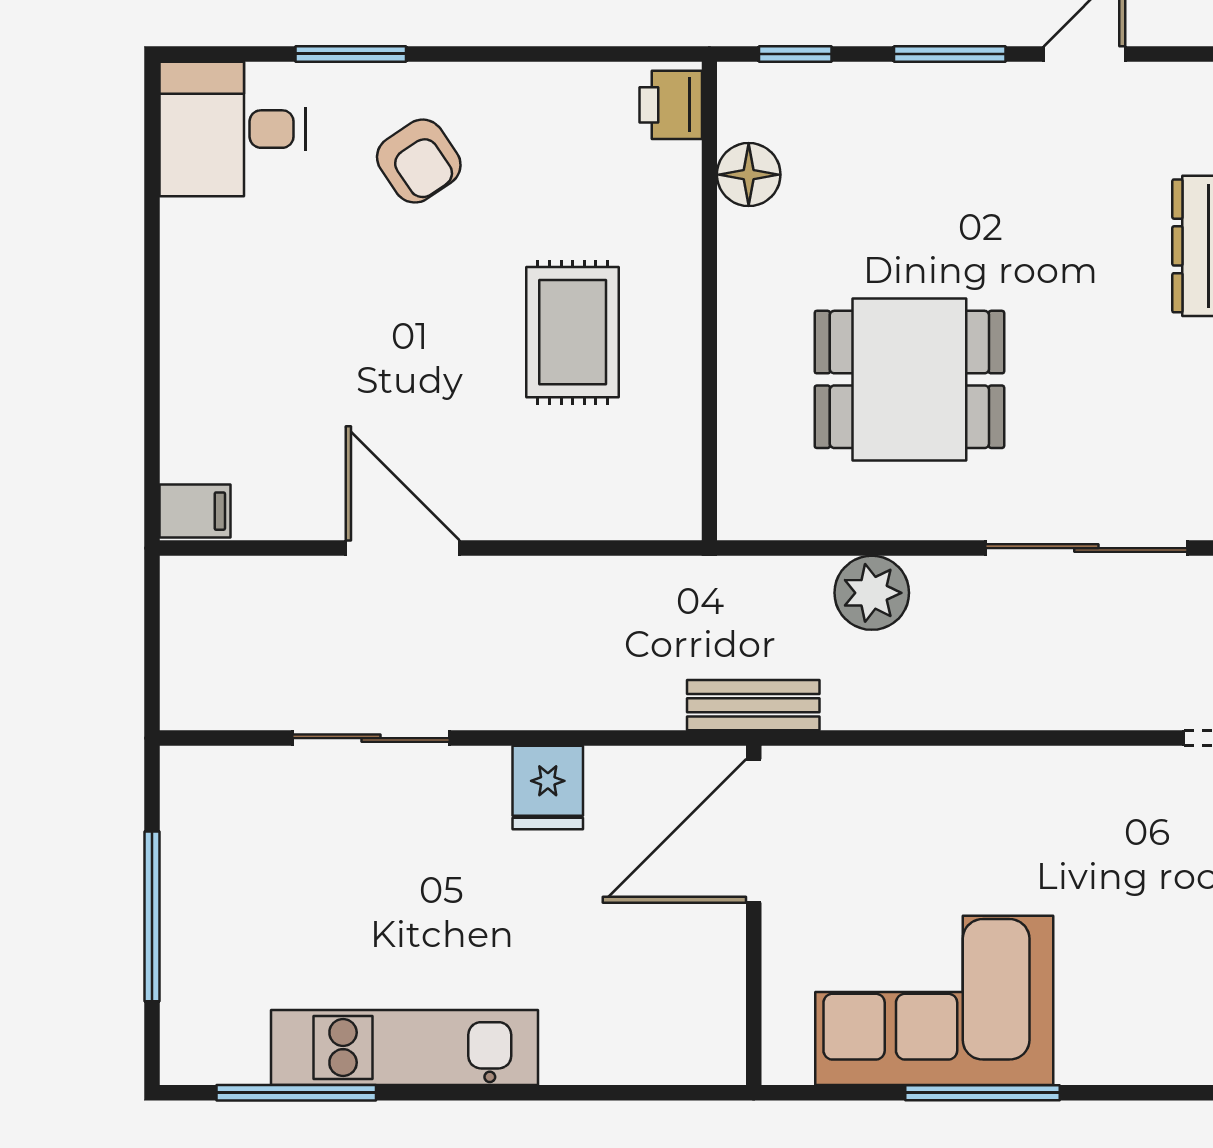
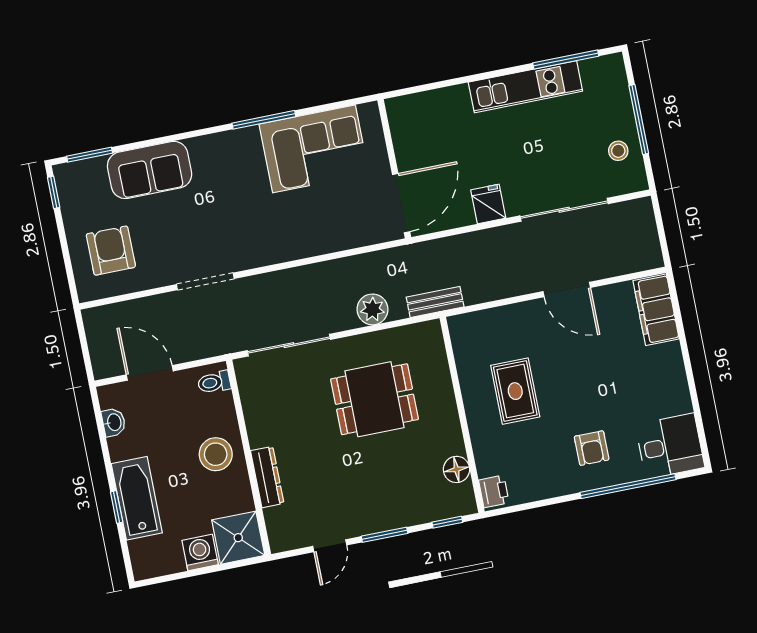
window: (351, 54) -> (628, 486), width x2.11
armchair: (419, 161) -> (592, 448), turned -146
filing cabinet: (195, 511) -> (656, 310), width x3.00, depth x1.17
bench: (753, 705) -> (435, 302), moved
sliding door: (371, 738) -> (564, 210), width x1.37
stool: (215, 852) -> (618, 151), added
window: (983, 1093) -> (264, 120), moved

